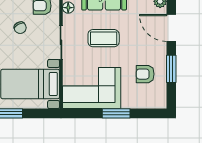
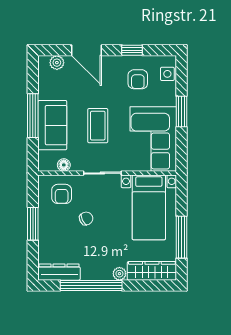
door: (171, 28) -> (86, 50), hinge flipped
window: (171, 69) -> (132, 50), width x0.67
side table: (150, 101) -> (167, 74), added

